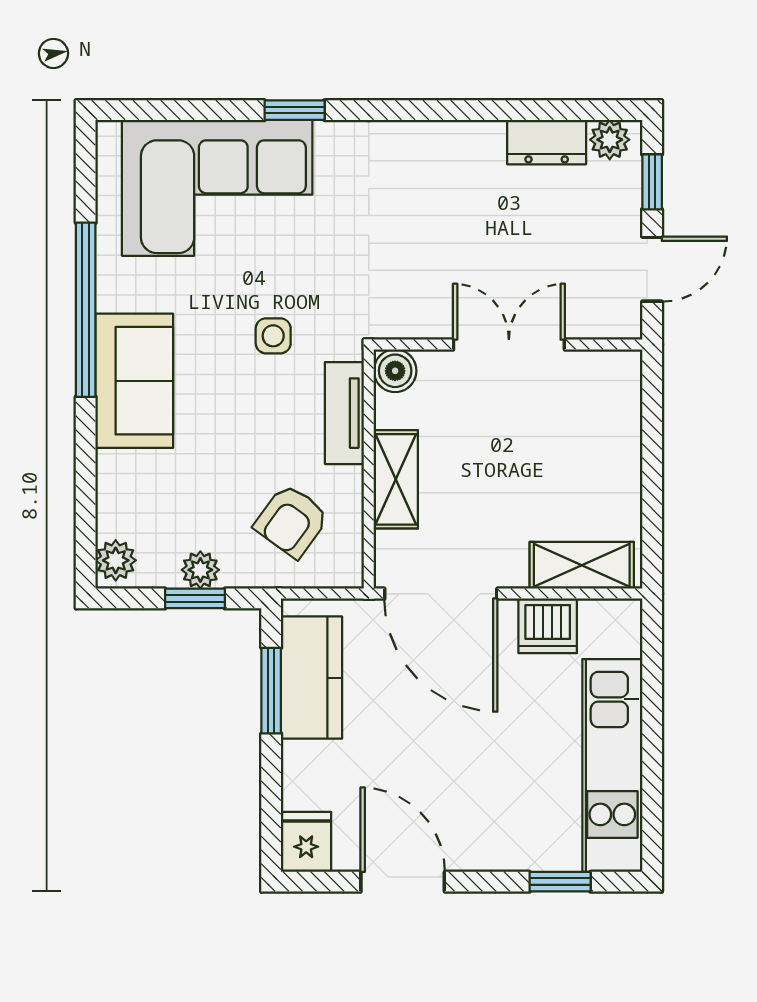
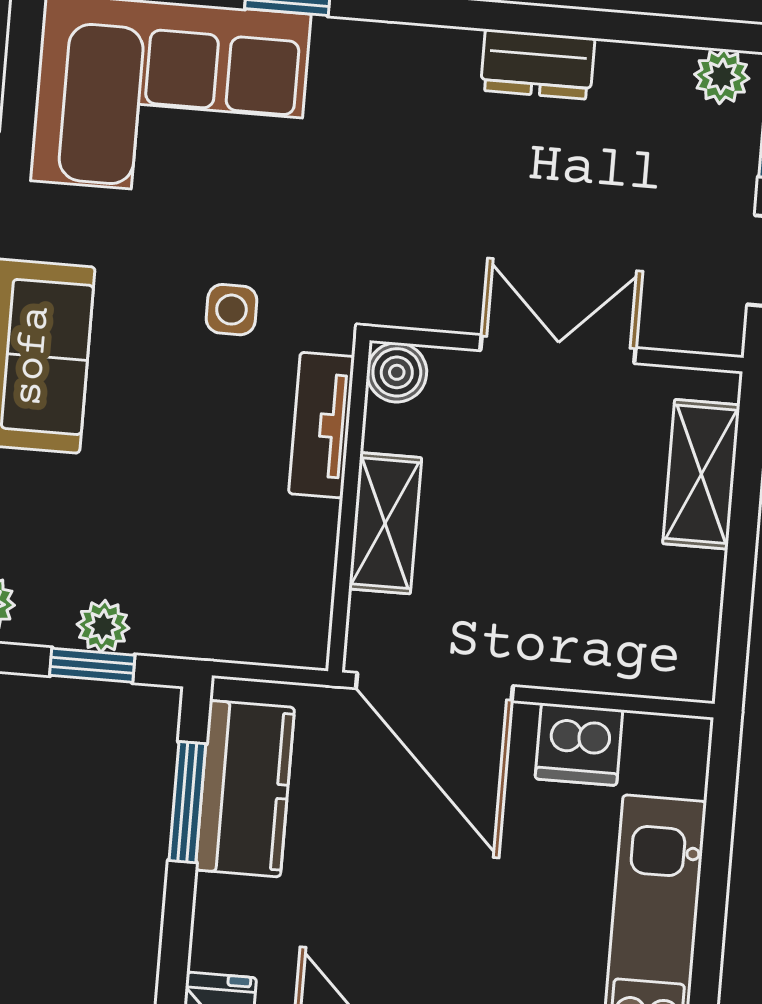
dresser: (547, 142) -> (538, 64), moved
armchair: (292, 521) -> (235, 569), removed
shelving: (582, 565) -> (701, 474), moved, turned 90

